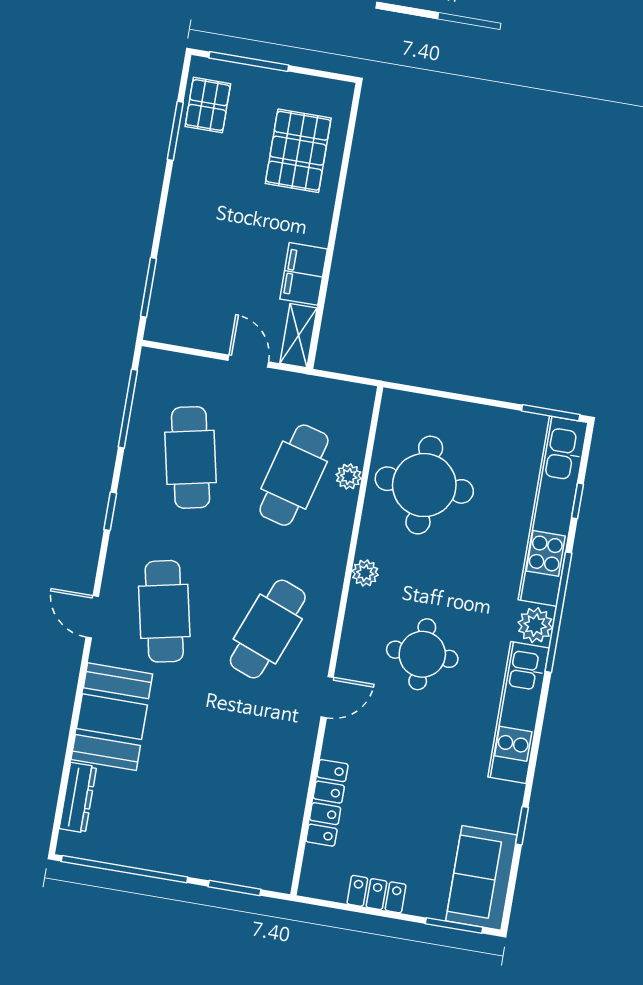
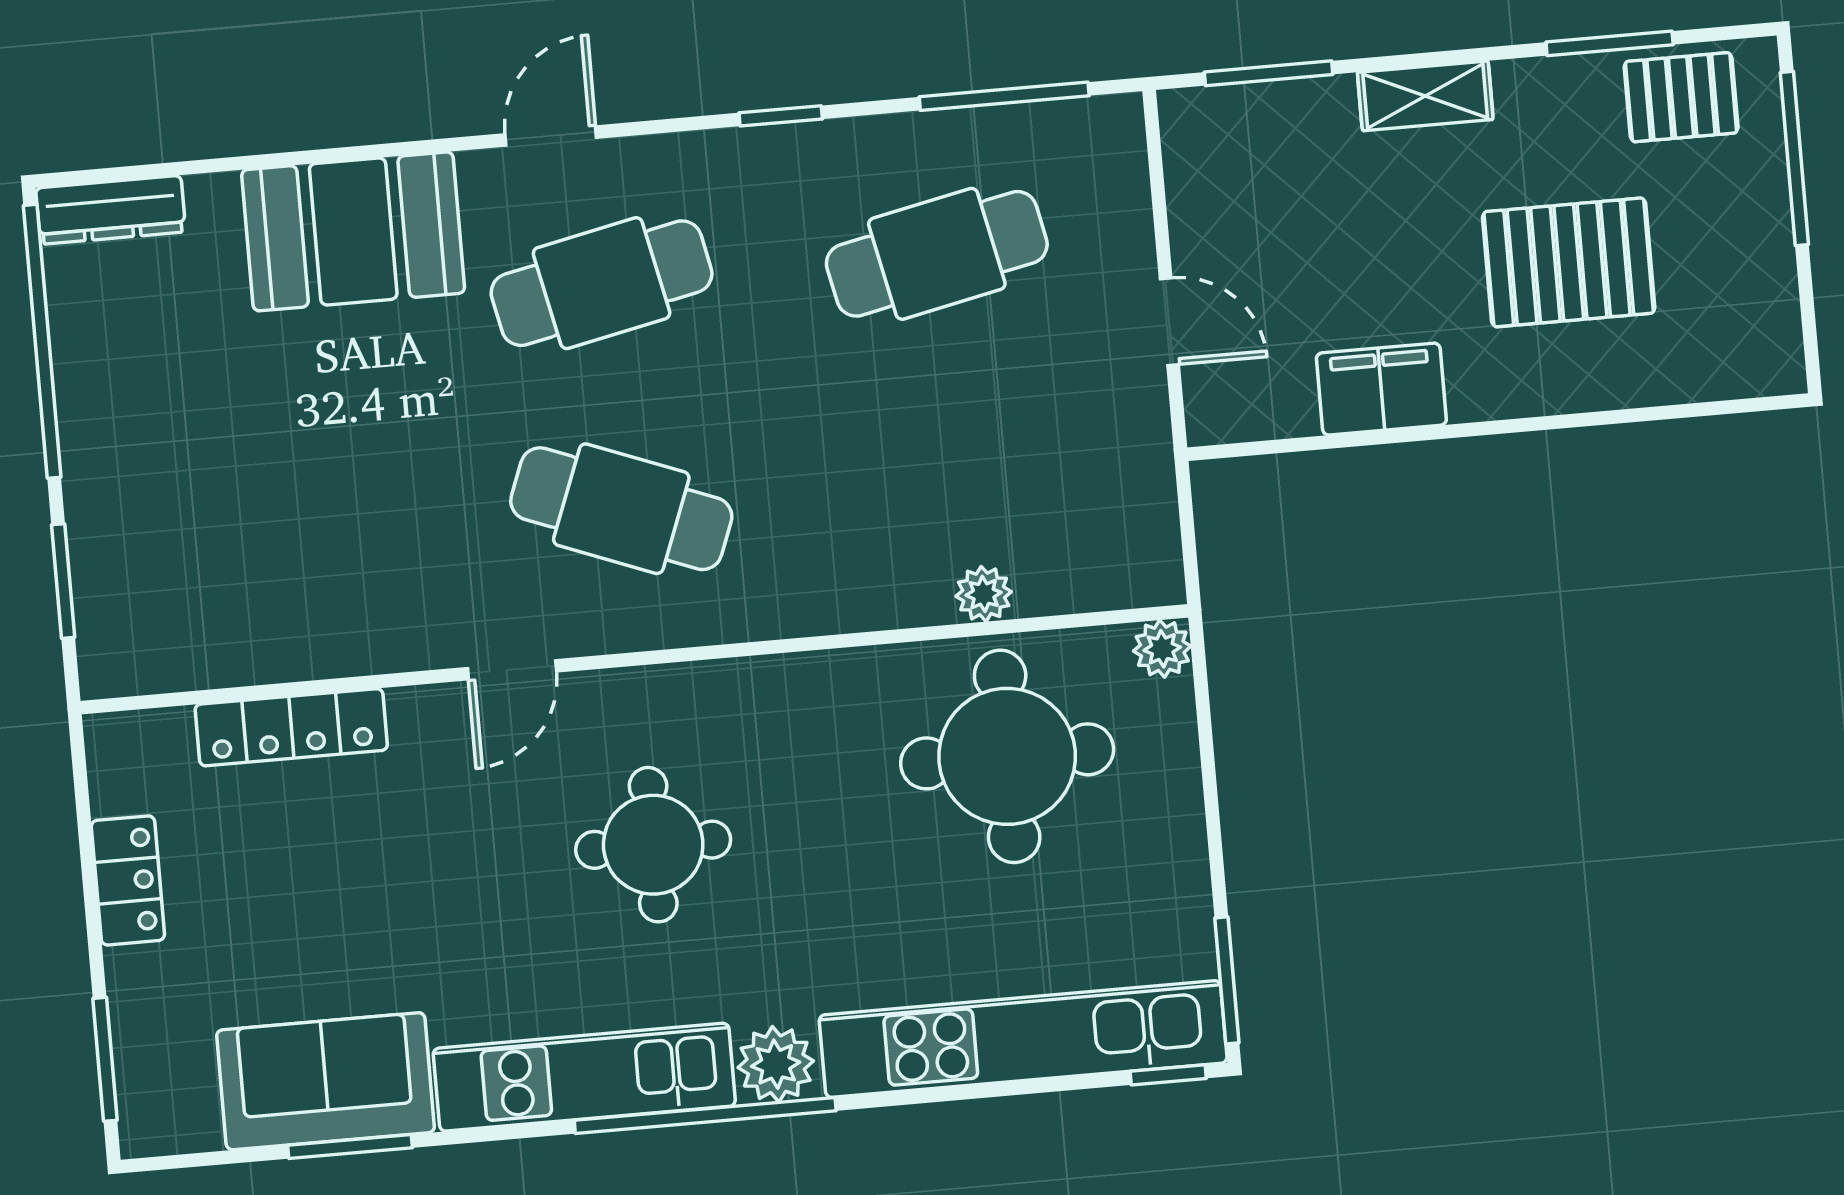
pallet: (298, 151) -> (1569, 262), moved
shelving: (299, 336) -> (1425, 96), moved
door: (248, 361) -> (1169, 322), hinge flipped
cafe table: (294, 475) -> (957, 479), removed
window: (578, 501) -> (1168, 1075), moved
plant: (365, 573) -> (1162, 649), moved
window: (558, 612) -> (705, 1115), moved
door: (327, 697) -> (512, 670), hinge flipped
dresser: (78, 798) -> (111, 210), moved
window: (522, 826) -> (350, 1146), width x1.50
sofa: (481, 878) -> (326, 1081), moved

